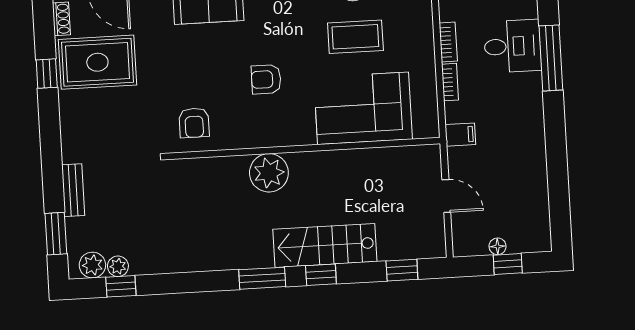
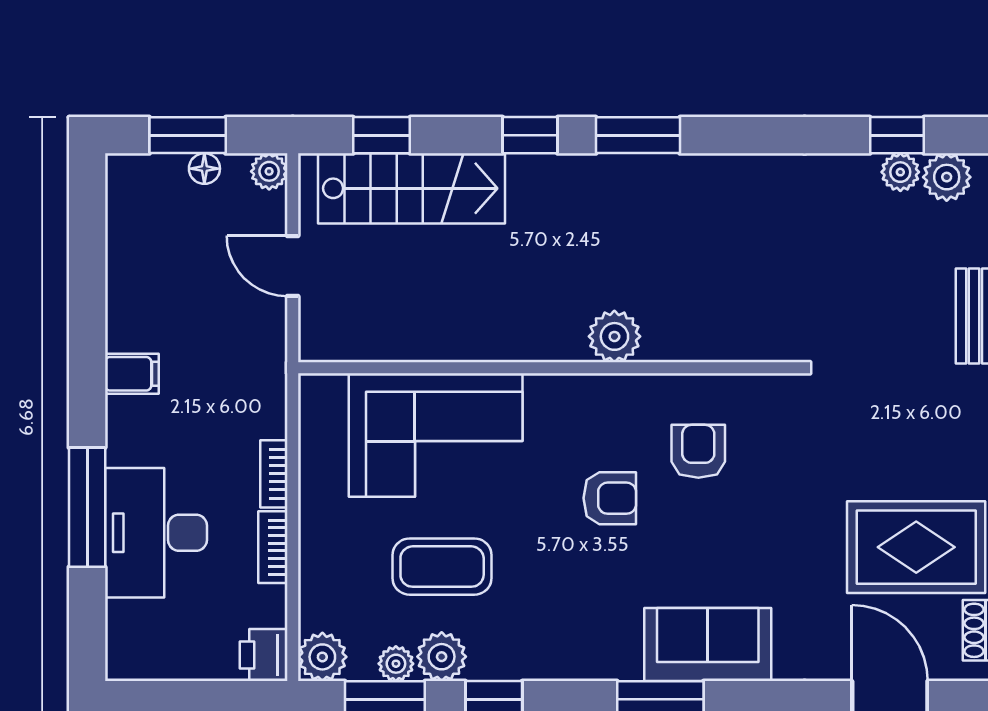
desk: (513, 46) -> (156, 533), width x1.37
armchair: (194, 123) -> (698, 451), moved
filing cabinet: (460, 135) -> (132, 374), moved, turned 180
plant: (269, 173) -> (614, 336), width x0.73, depth x0.73
stairs: (325, 245) -> (411, 188), moved
plant: (462, 247) -> (269, 171), added
window: (508, 264) -> (188, 135), width x1.50

